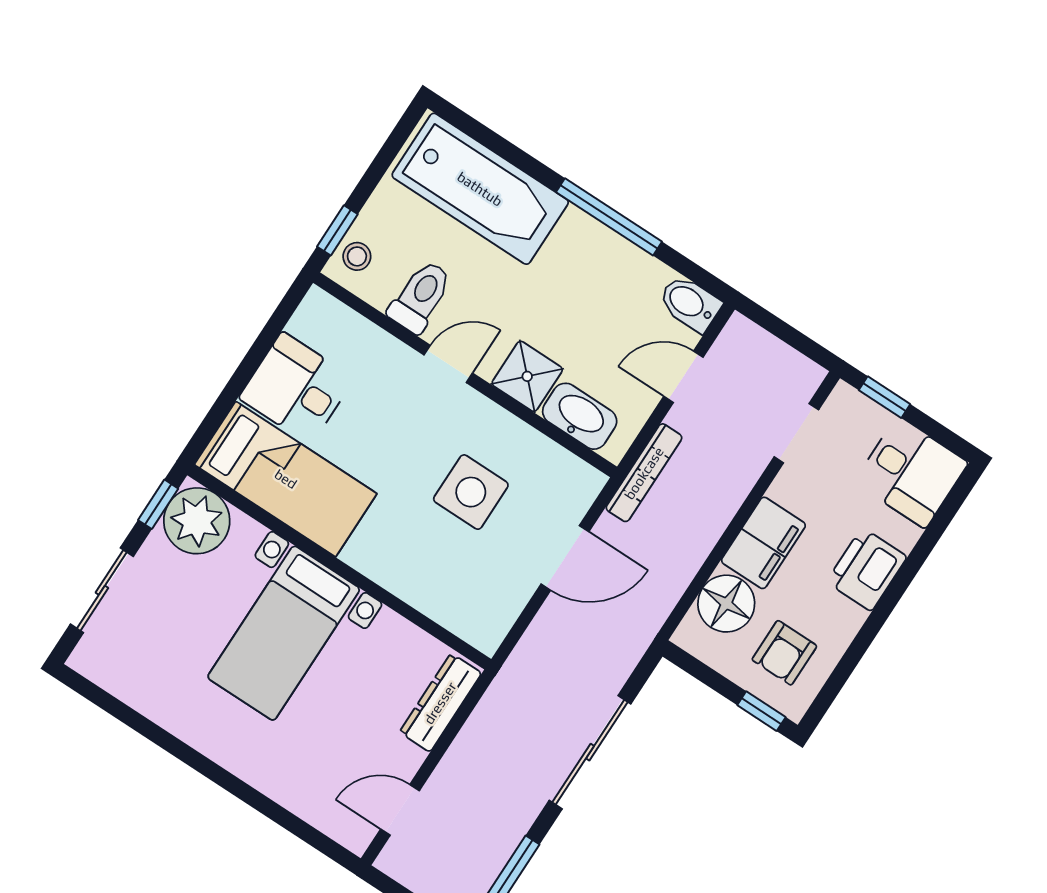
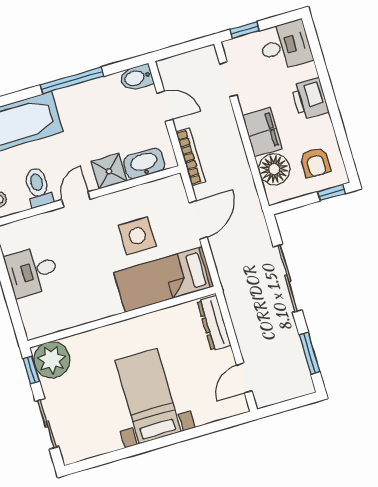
door: (683, 377) -> (165, 106), swing flipped
bed: (286, 479) -> (164, 280), moved, turned 180
bed with nightstands: (284, 633) -> (148, 396), moved, turned 180

